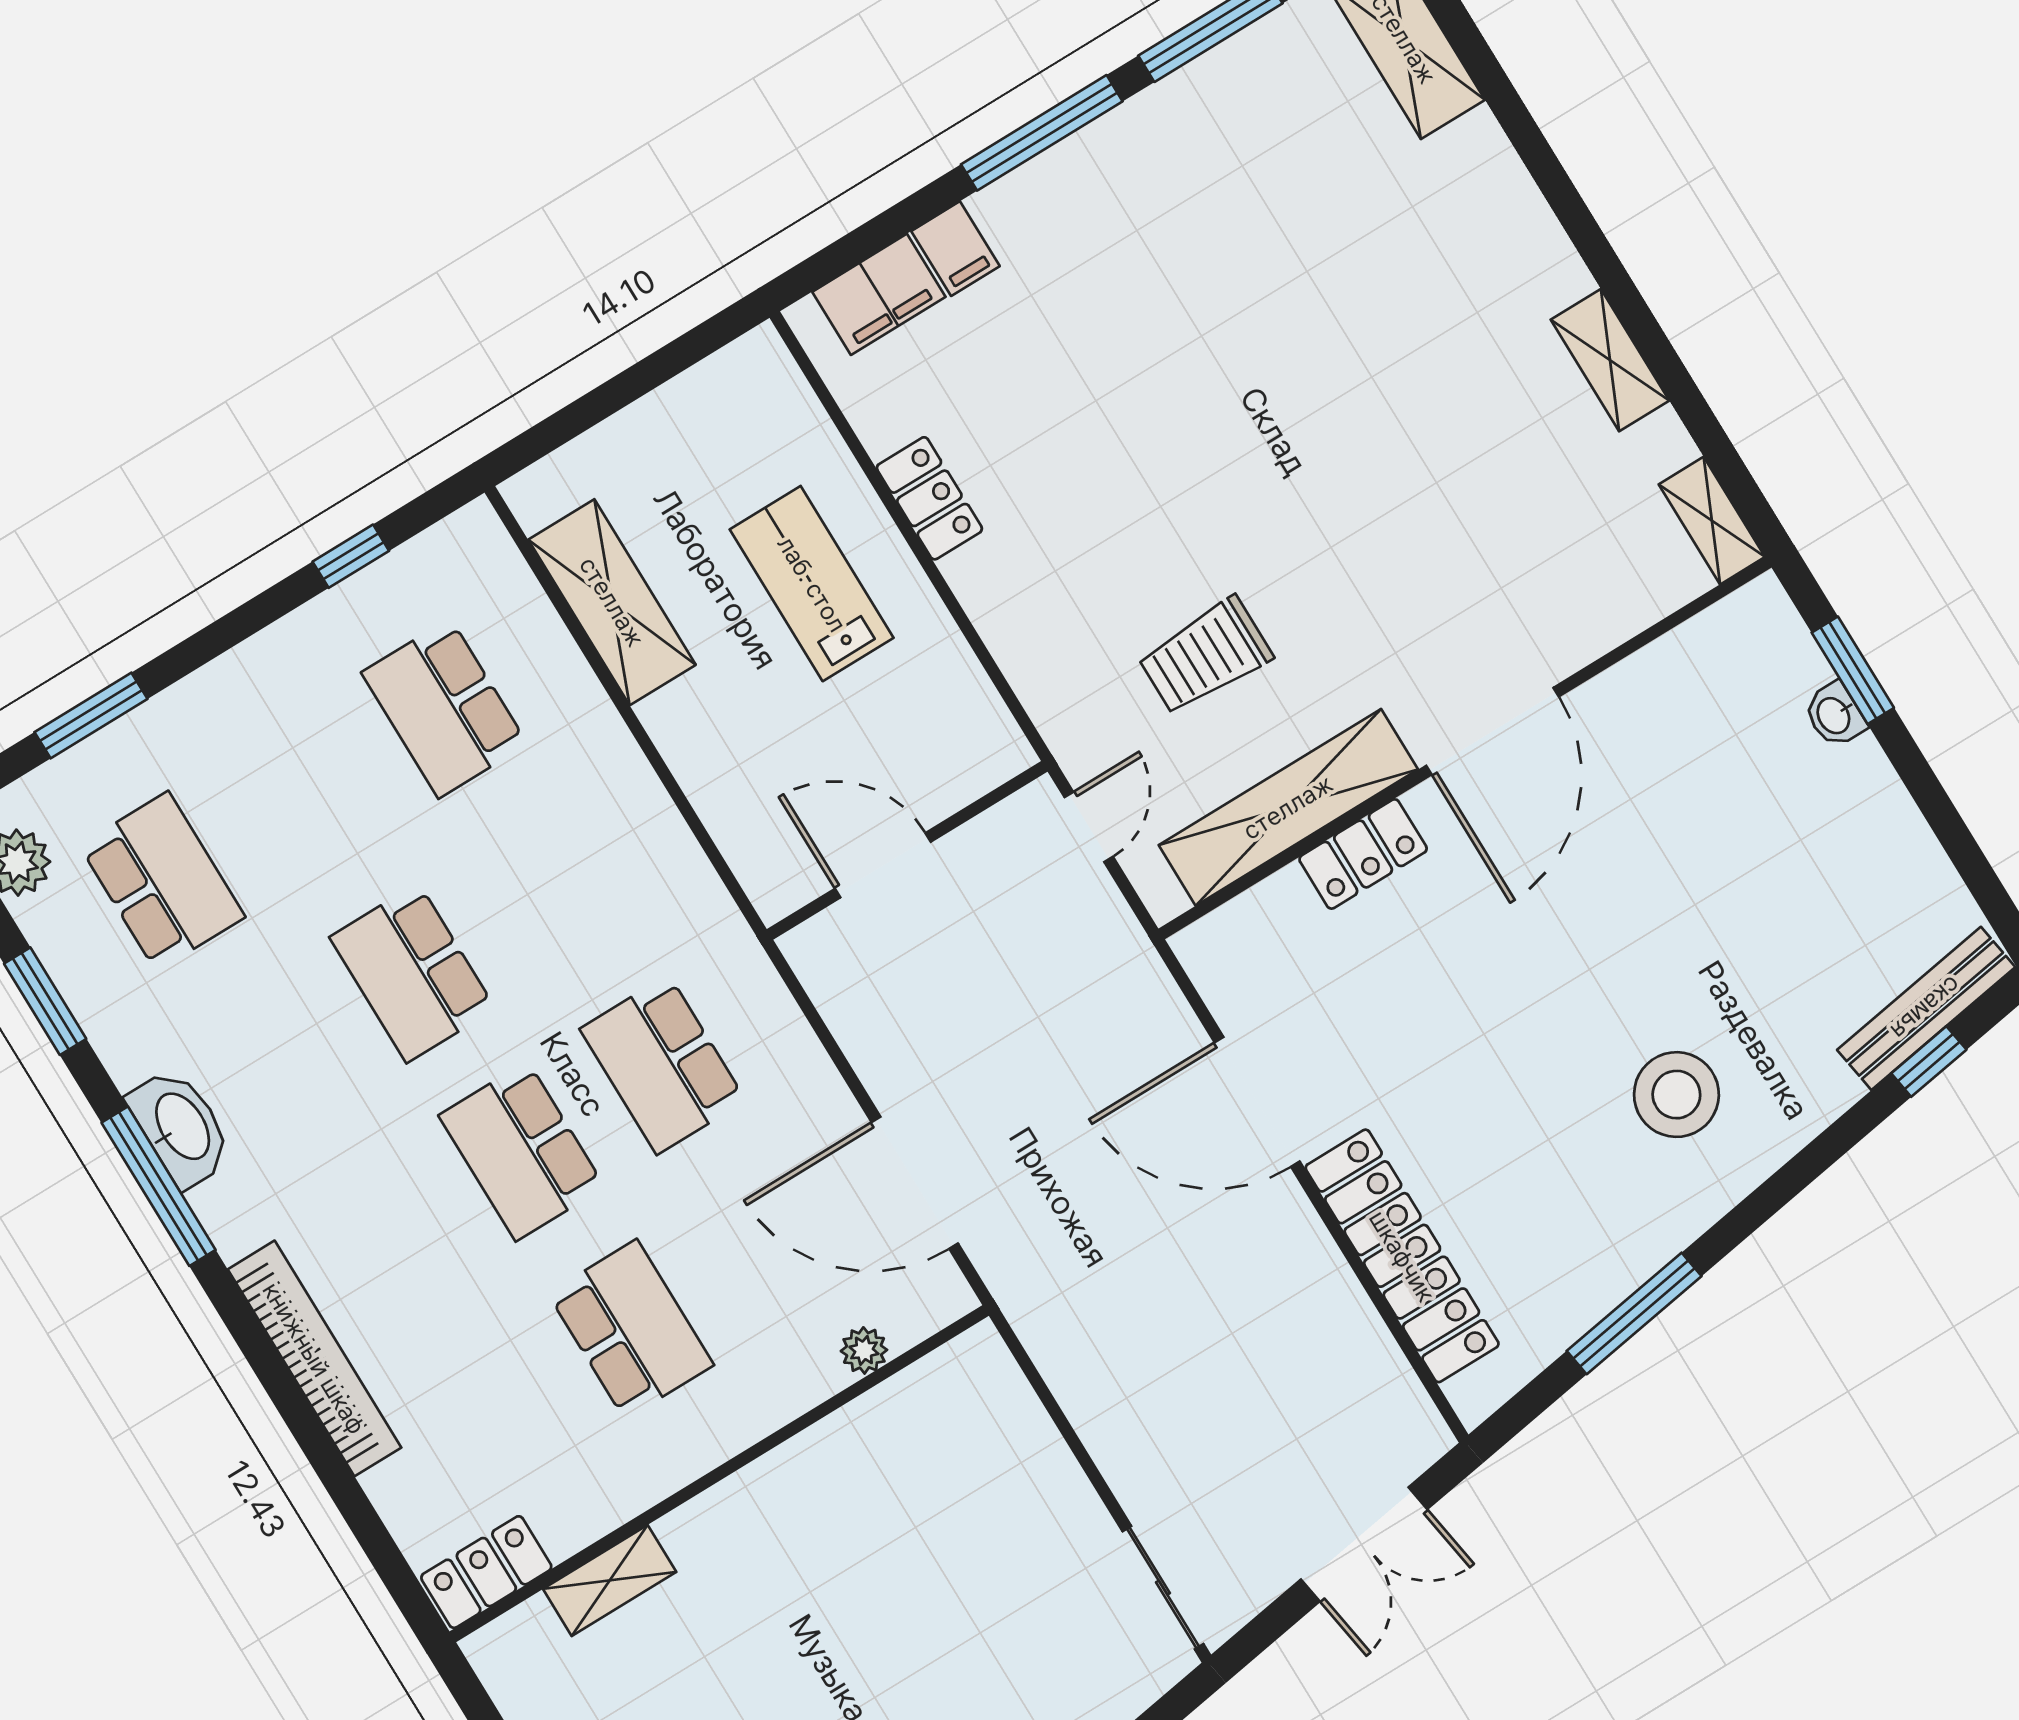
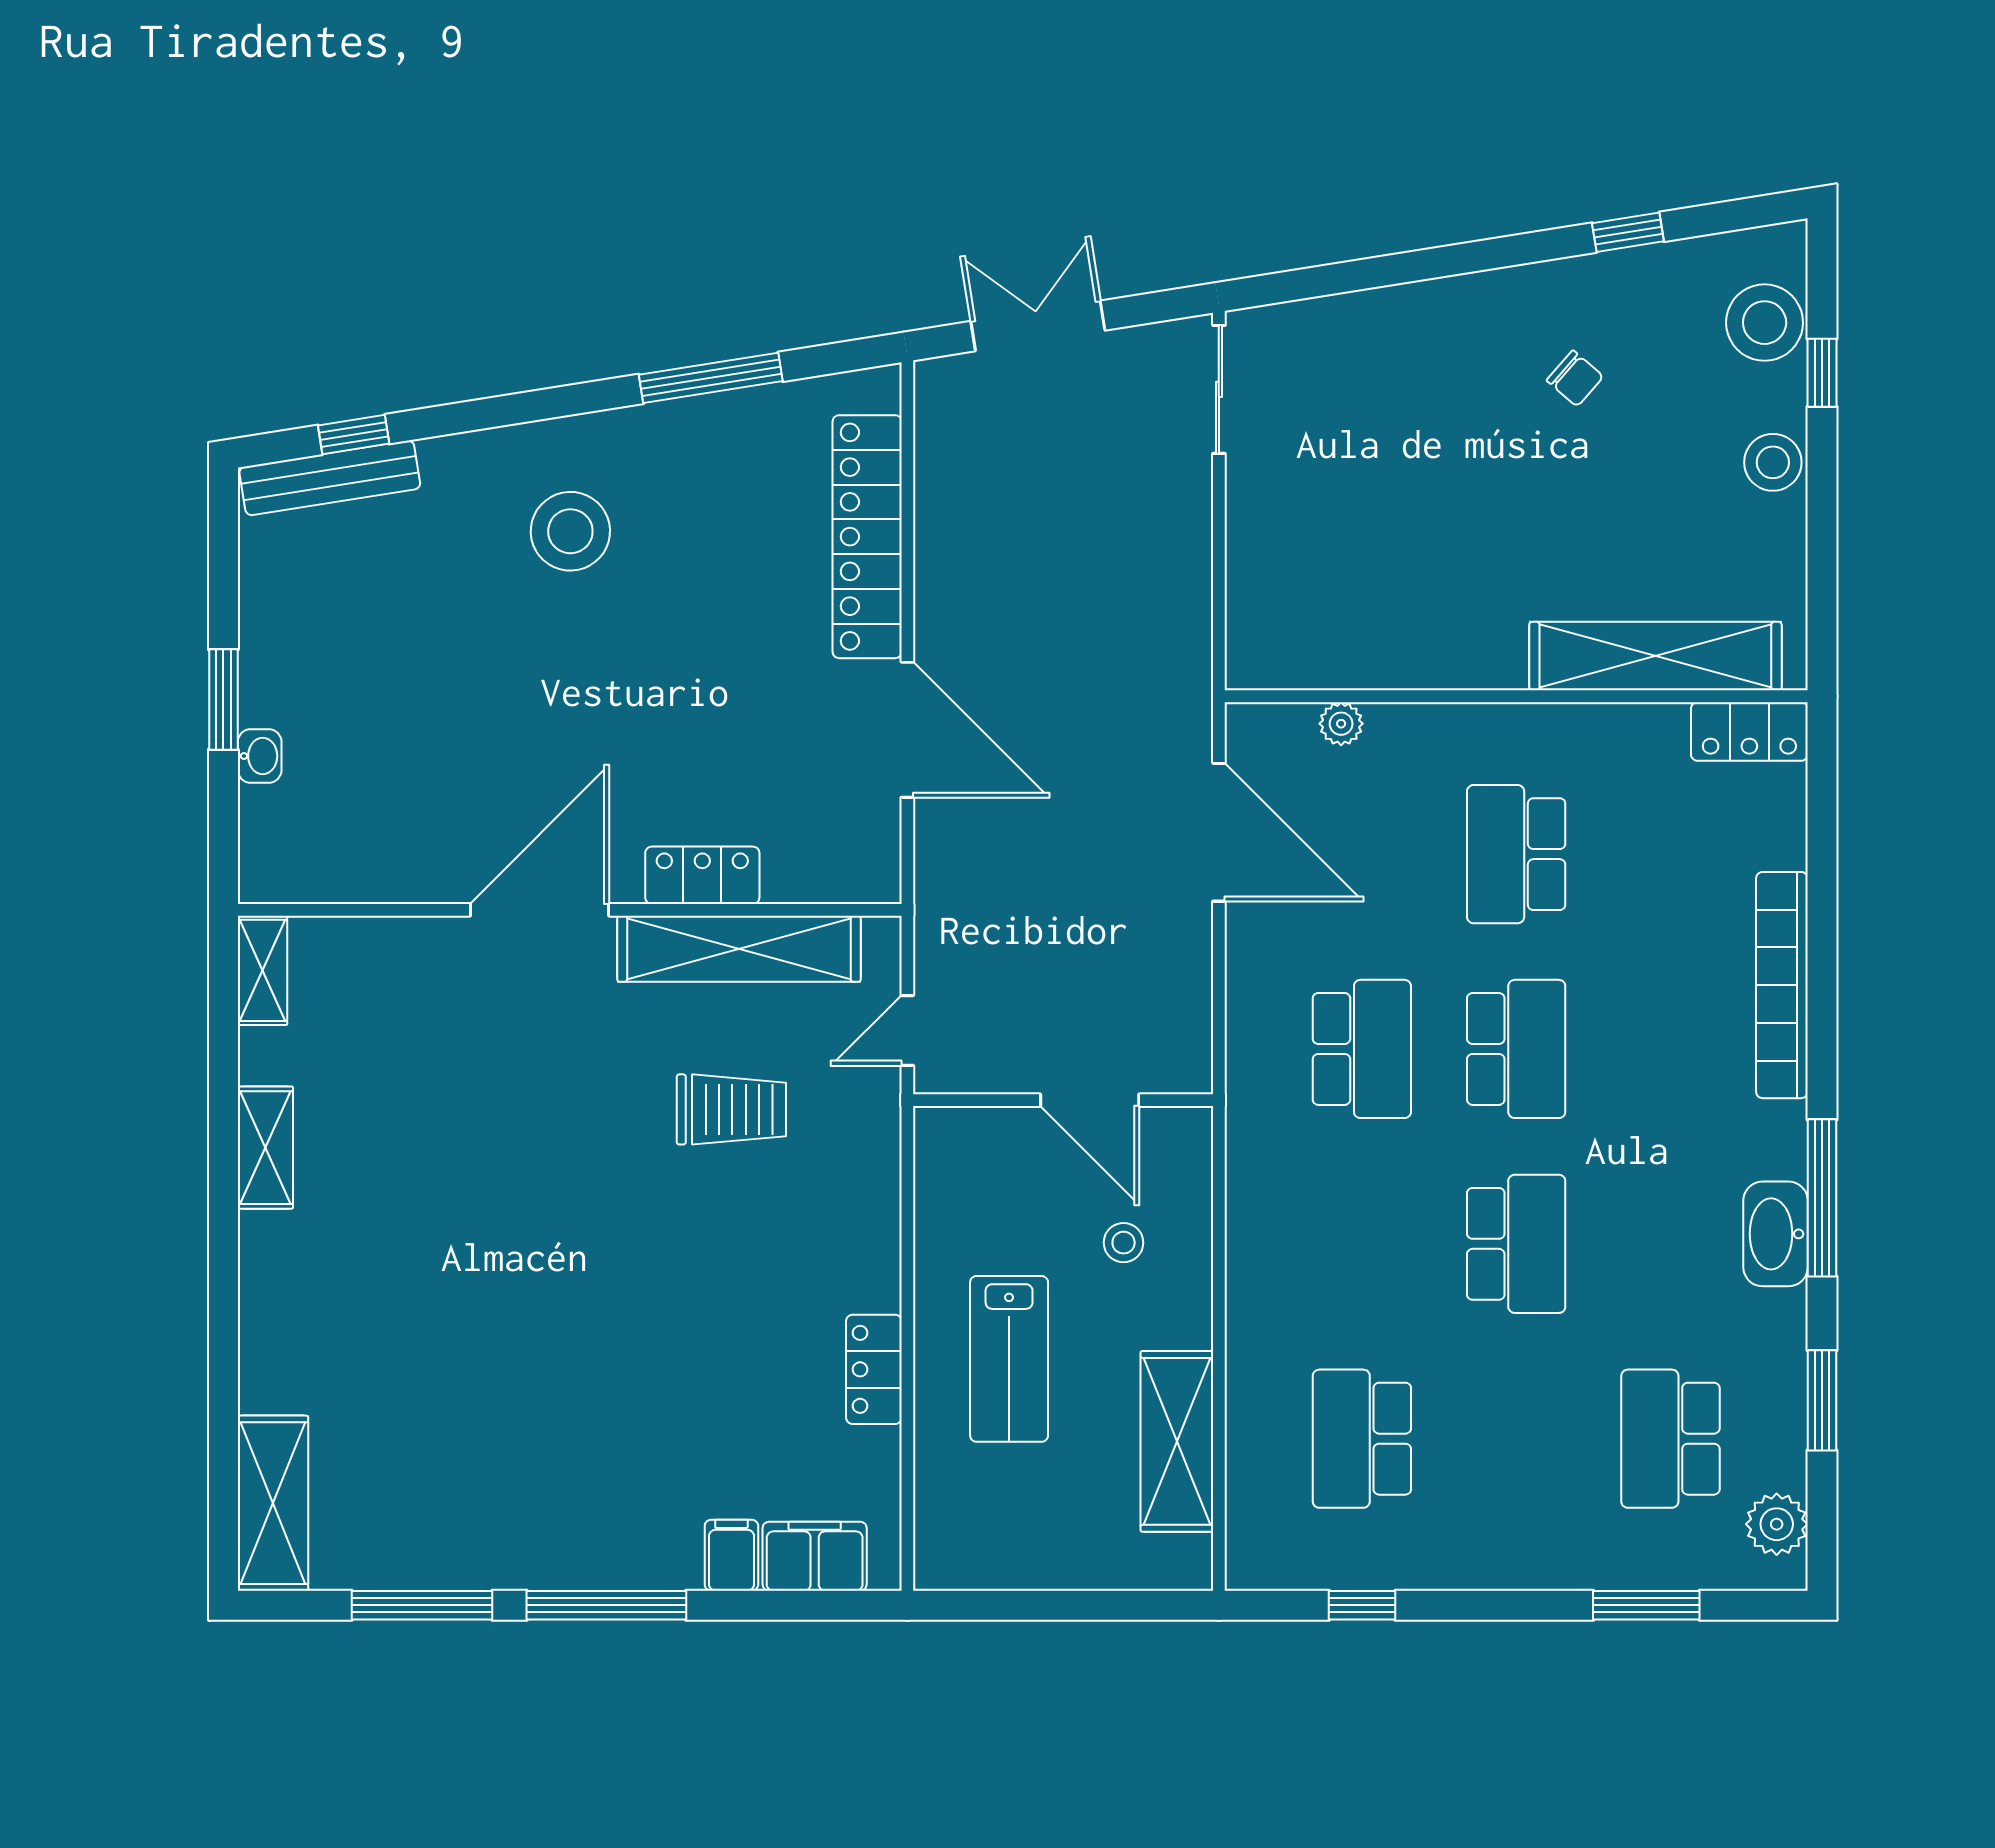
window: (1853, 670) -> (223, 699), moved
school desk: (444, 708) -> (1362, 1439), turned 180
stool: (772, 754) -> (1124, 1243), added
shelving: (610, 1580) -> (1655, 656), width x2.20, depth x1.33

